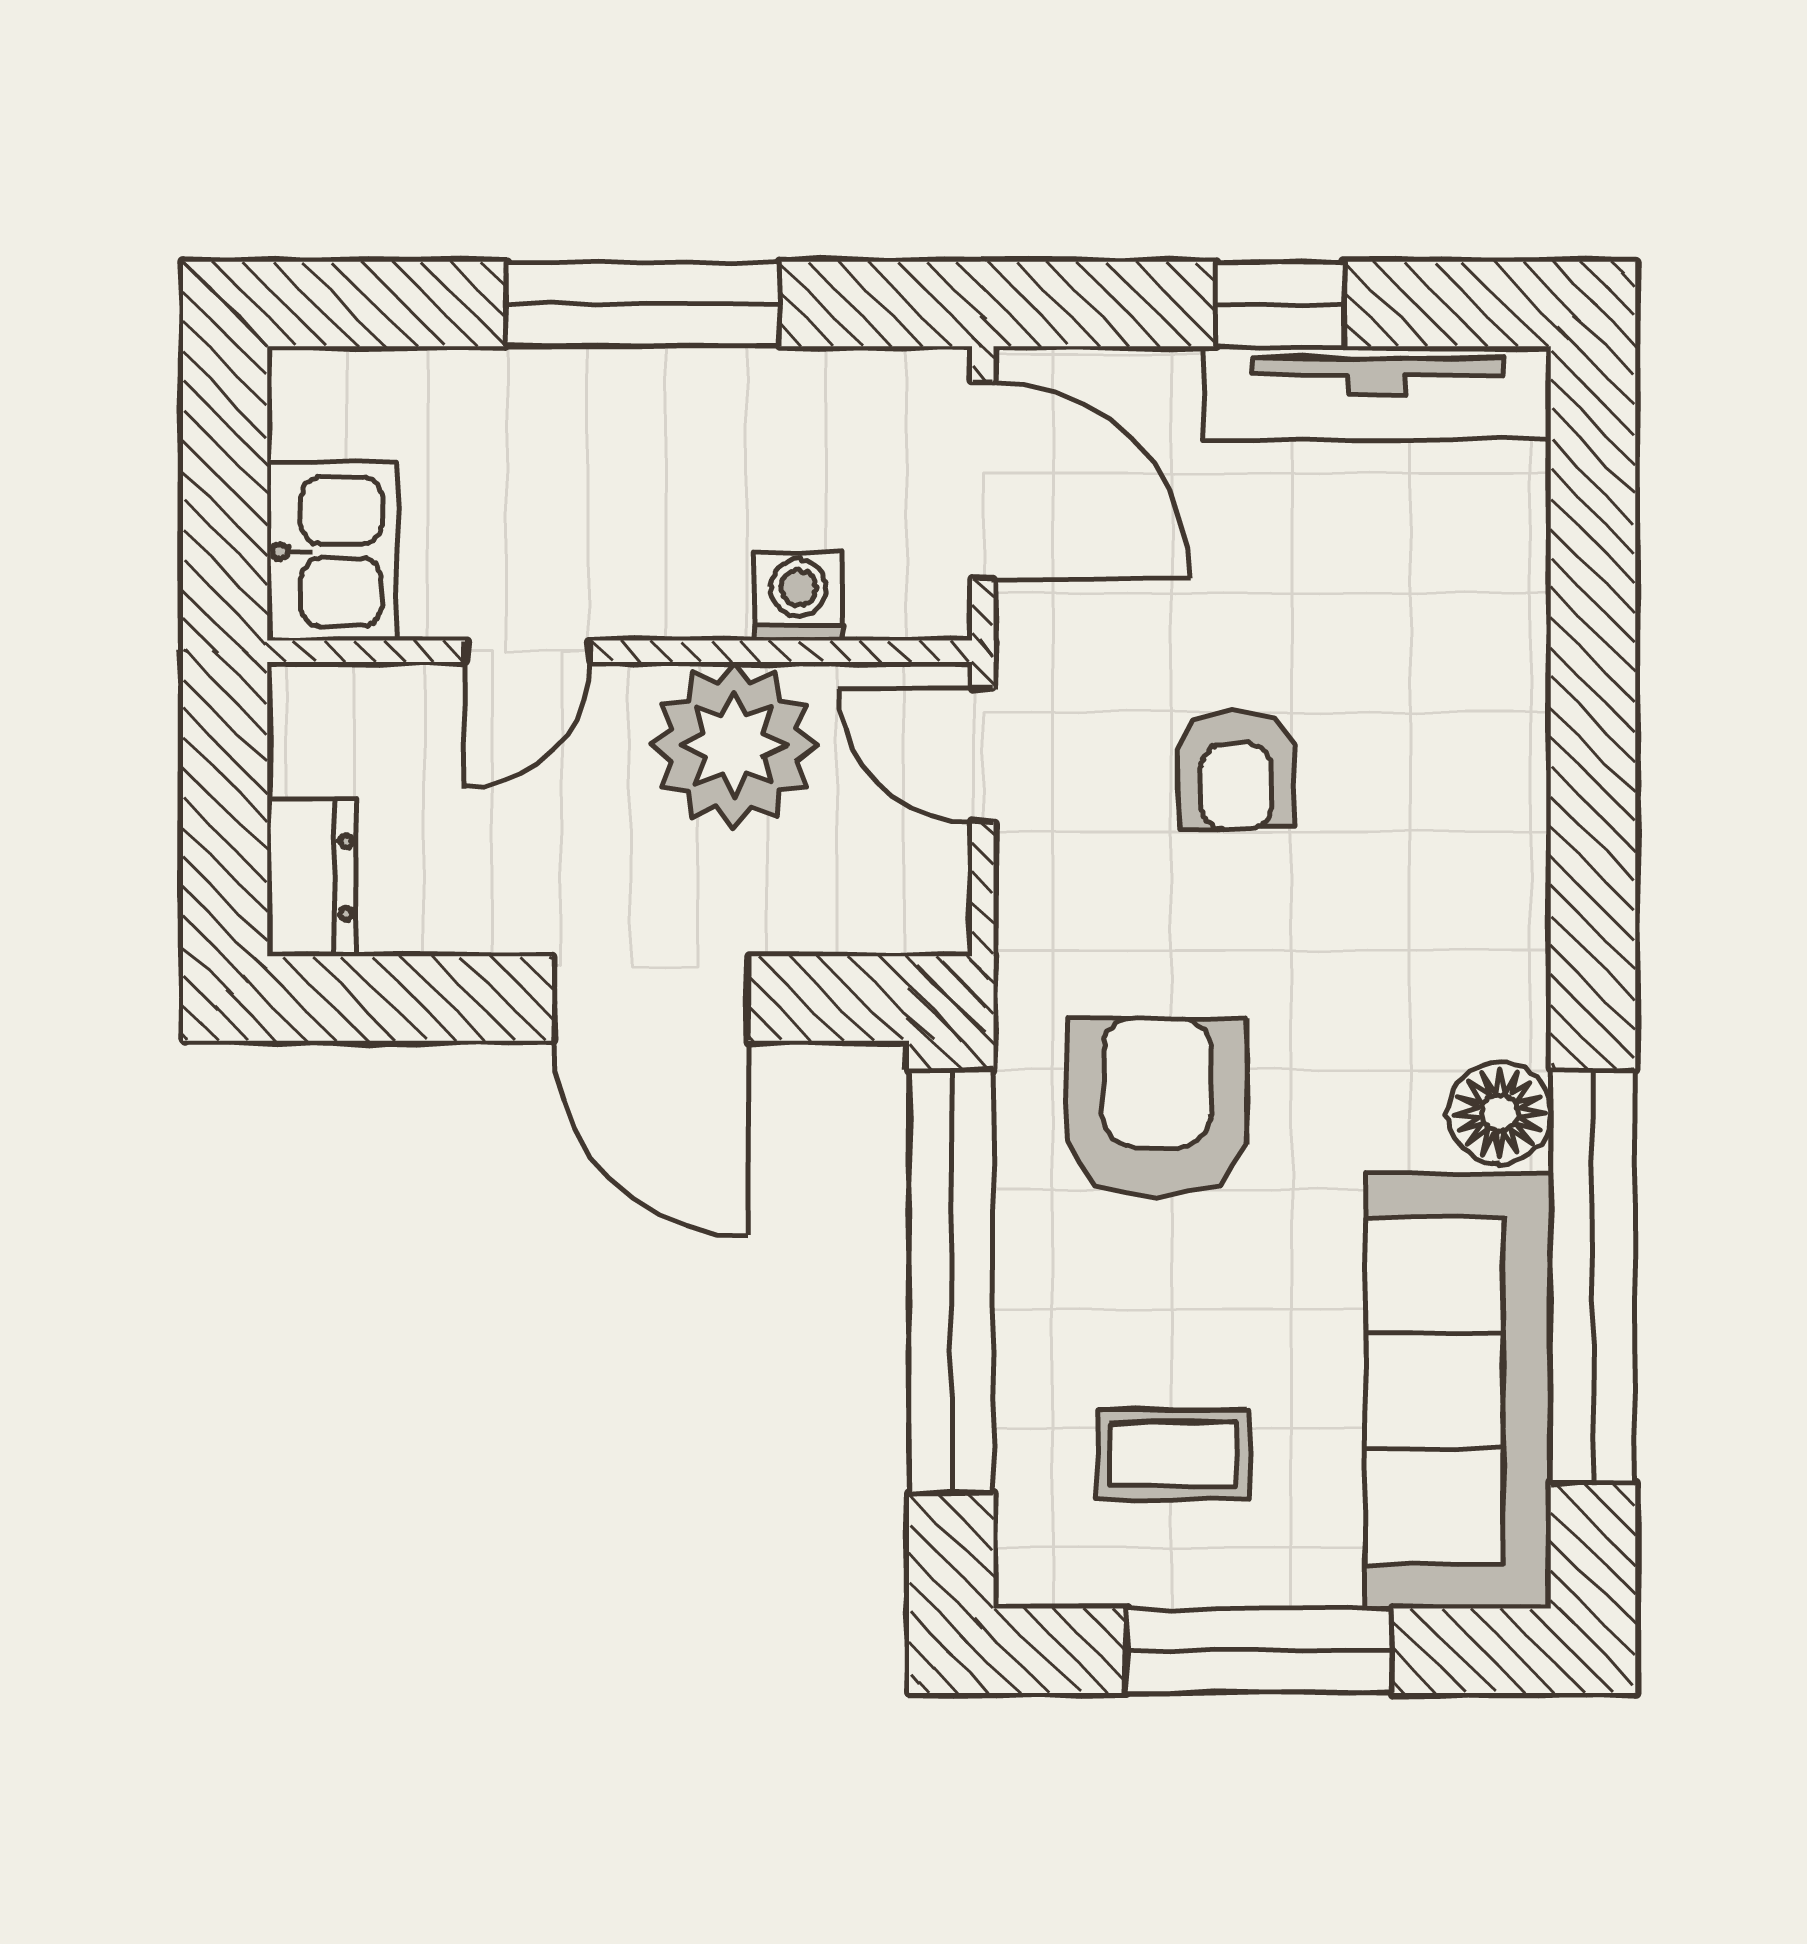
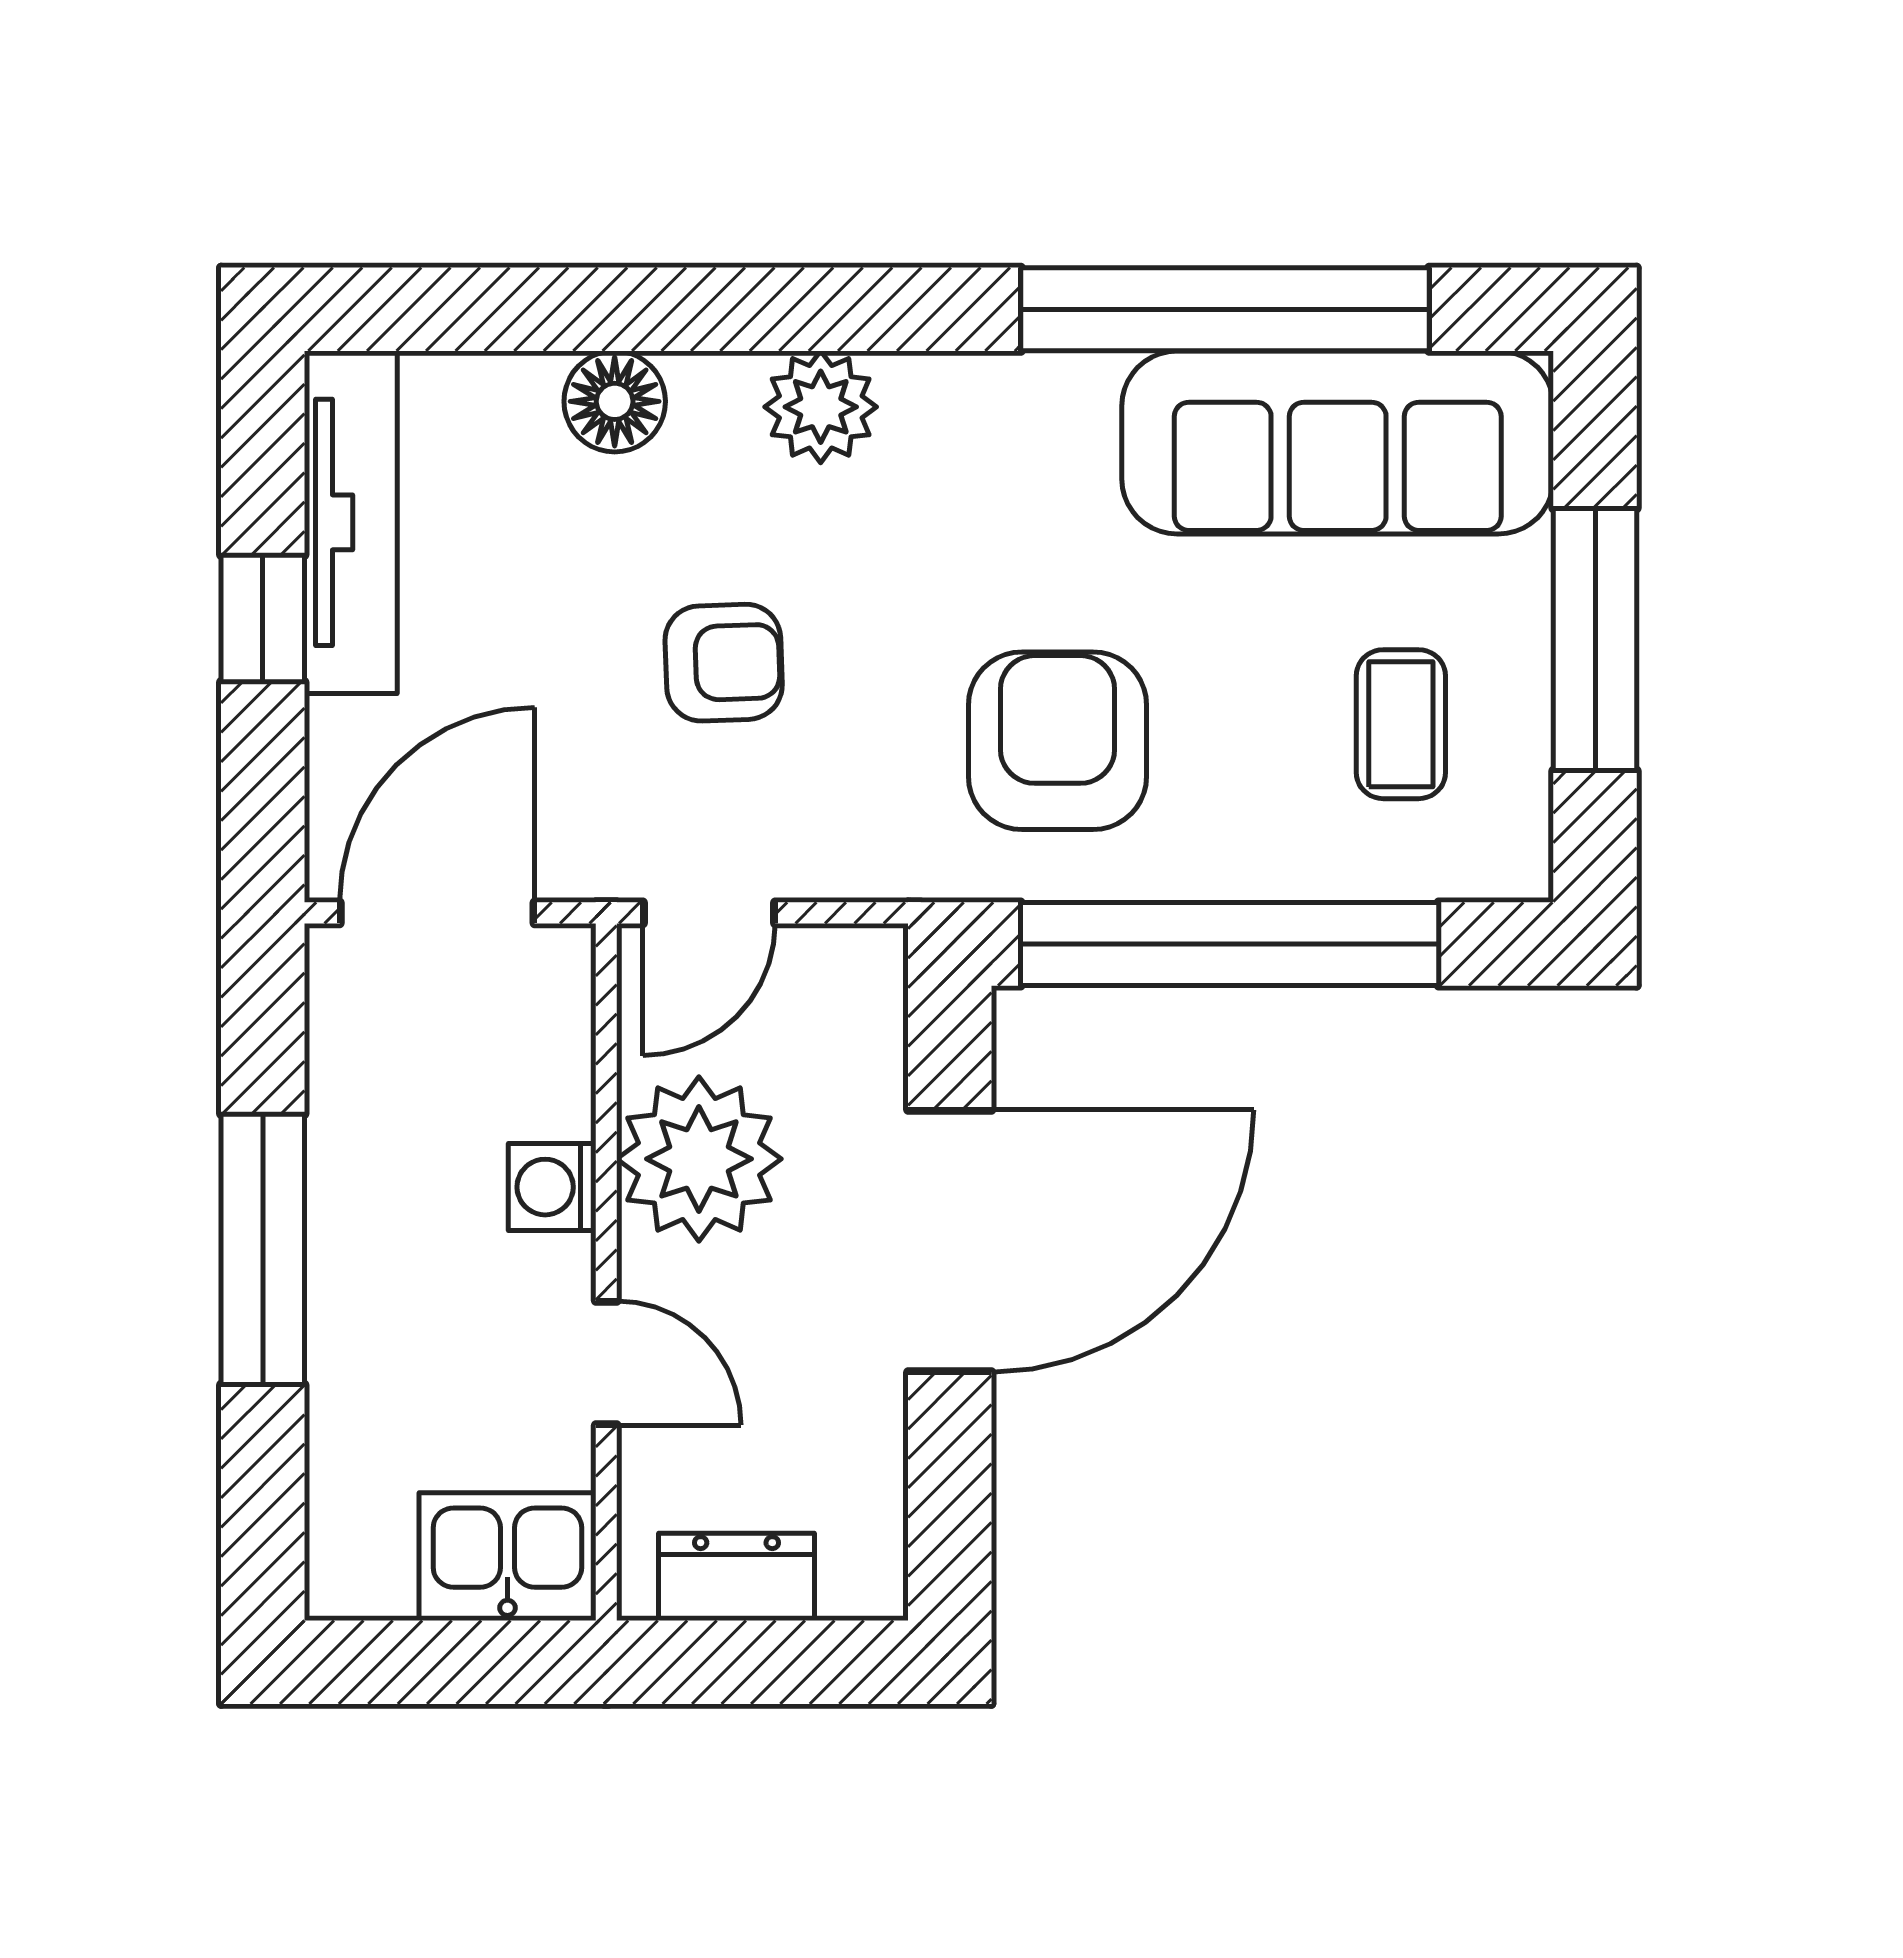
washing machine: (799, 597) -> (552, 1187), moved
plant: (1494, 868) -> (821, 407), added
dresser: (312, 878) -> (736, 1577), moved
door: (651, 998) -> (950, 1241), width x1.36
armchair: (1157, 1107) -> (1058, 741), turned 90
floor lamp: (1500, 1113) -> (615, 401), moved

